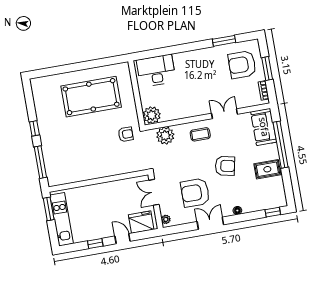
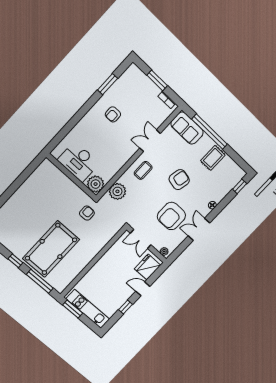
armchair: (242, 65) -> (113, 114), moved, width x0.53, depth x0.53
desk: (156, 71) -> (78, 162), moved, turned -90
pool table: (91, 97) -> (51, 249), moved

